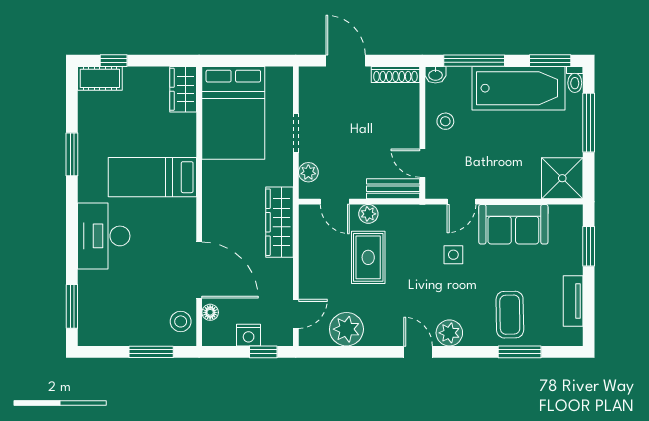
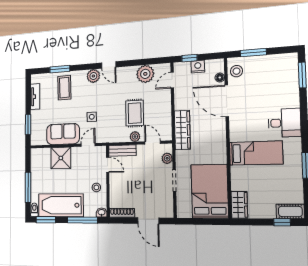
shower: (562, 178) -> (61, 158), moved
desk: (104, 236) -> (284, 123), width x0.73

